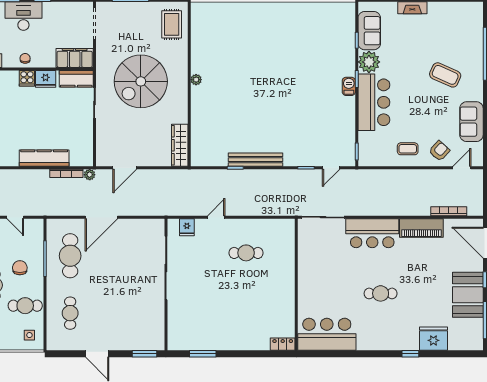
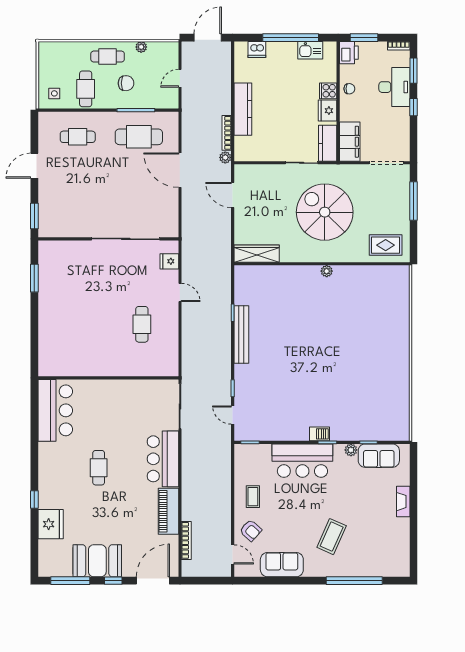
plant: (369, 62) -> (351, 450), width x0.53, depth x0.53
locker: (283, 344) -> (45, 363), removed

